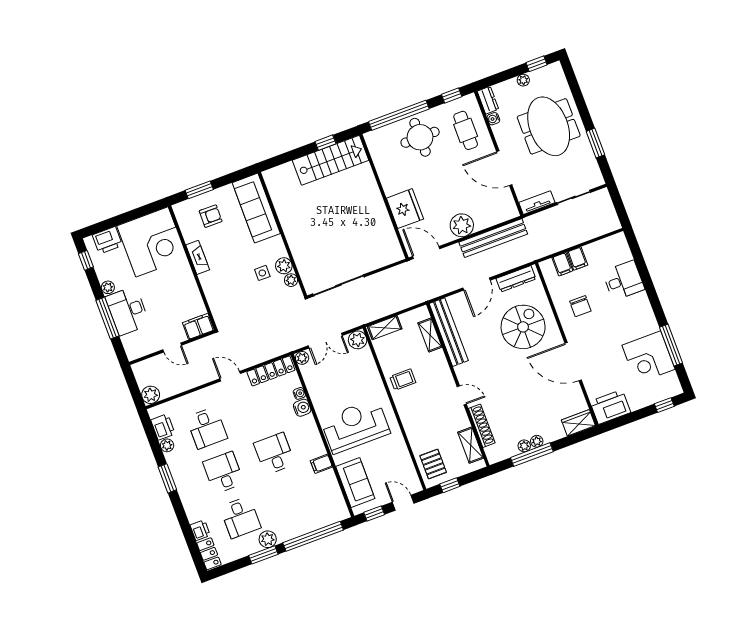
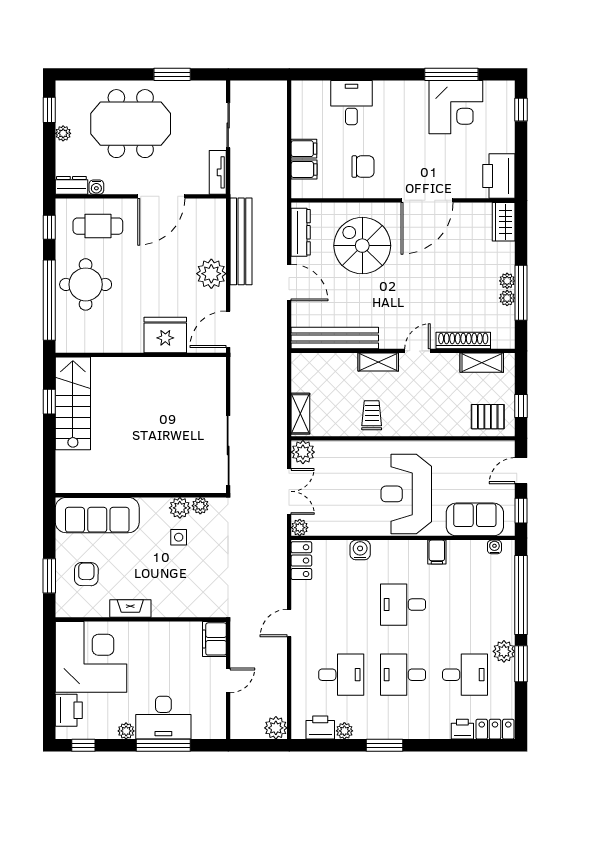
shelving: (430, 335) -> (378, 362), moved
locker: (271, 371) -> (301, 561), width x0.66
water cooler: (299, 393) -> (494, 547), moved

